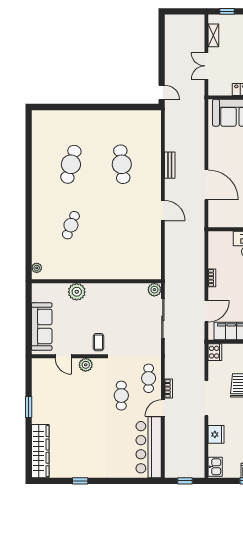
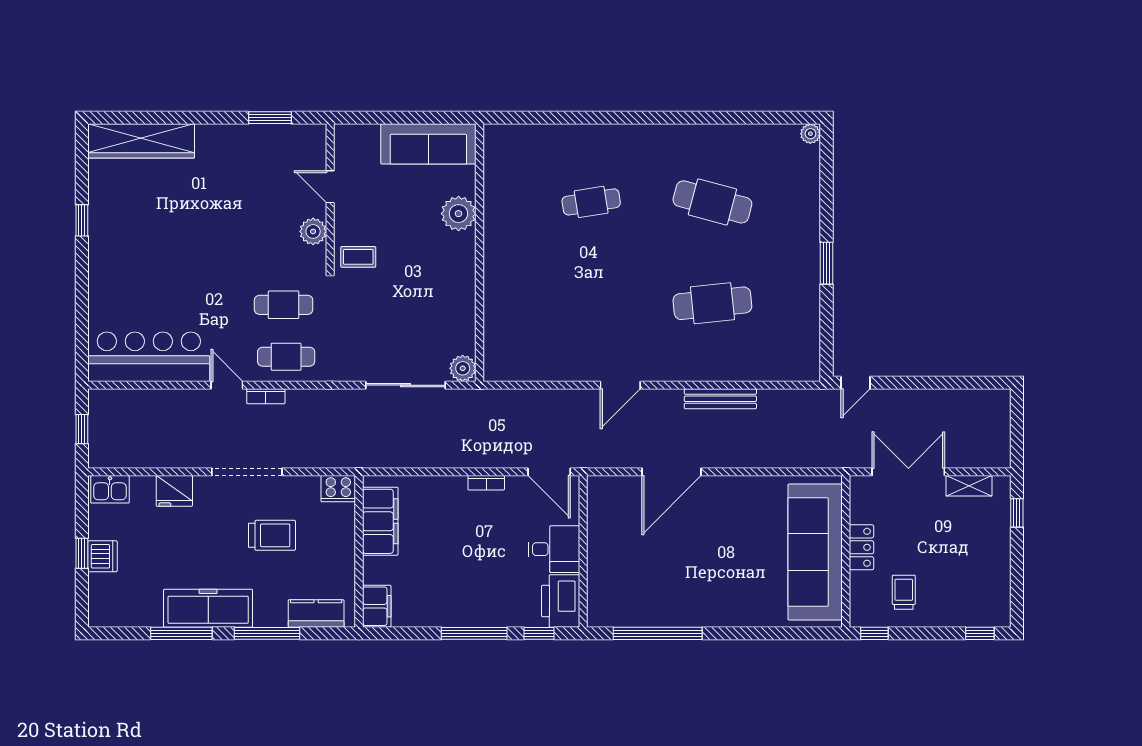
double door: (206, 66) -> (908, 472), width x1.37
window: (102, 107) -> (826, 263), added
bench: (170, 165) -> (720, 399), width x1.36
cafe table: (71, 225) -> (591, 202), turned -30
plant: (37, 268) -> (810, 134), moved
door: (206, 311) -> (549, 472), moved
sofa: (42, 326) -> (428, 144), moved
door: (63, 356) -> (330, 187), hinge flipped
cafe table: (121, 396) -> (284, 305), moved
window: (29, 407) -> (270, 118), moved

